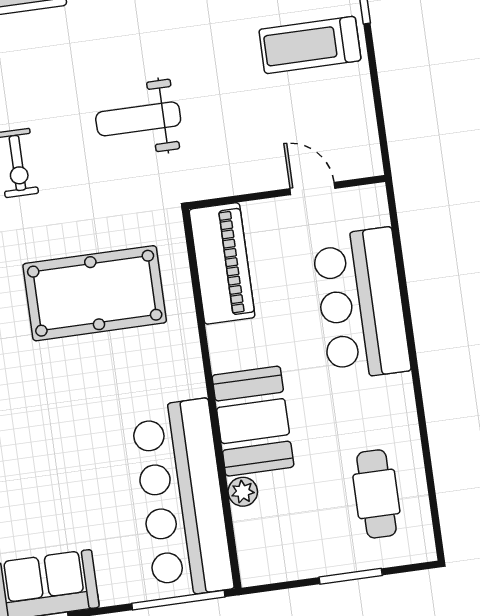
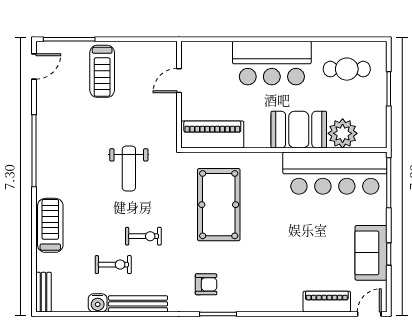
bar counter: (361, 304) -> (272, 63), moved
plant: (243, 492) -> (343, 133), width x1.87, depth x1.87

